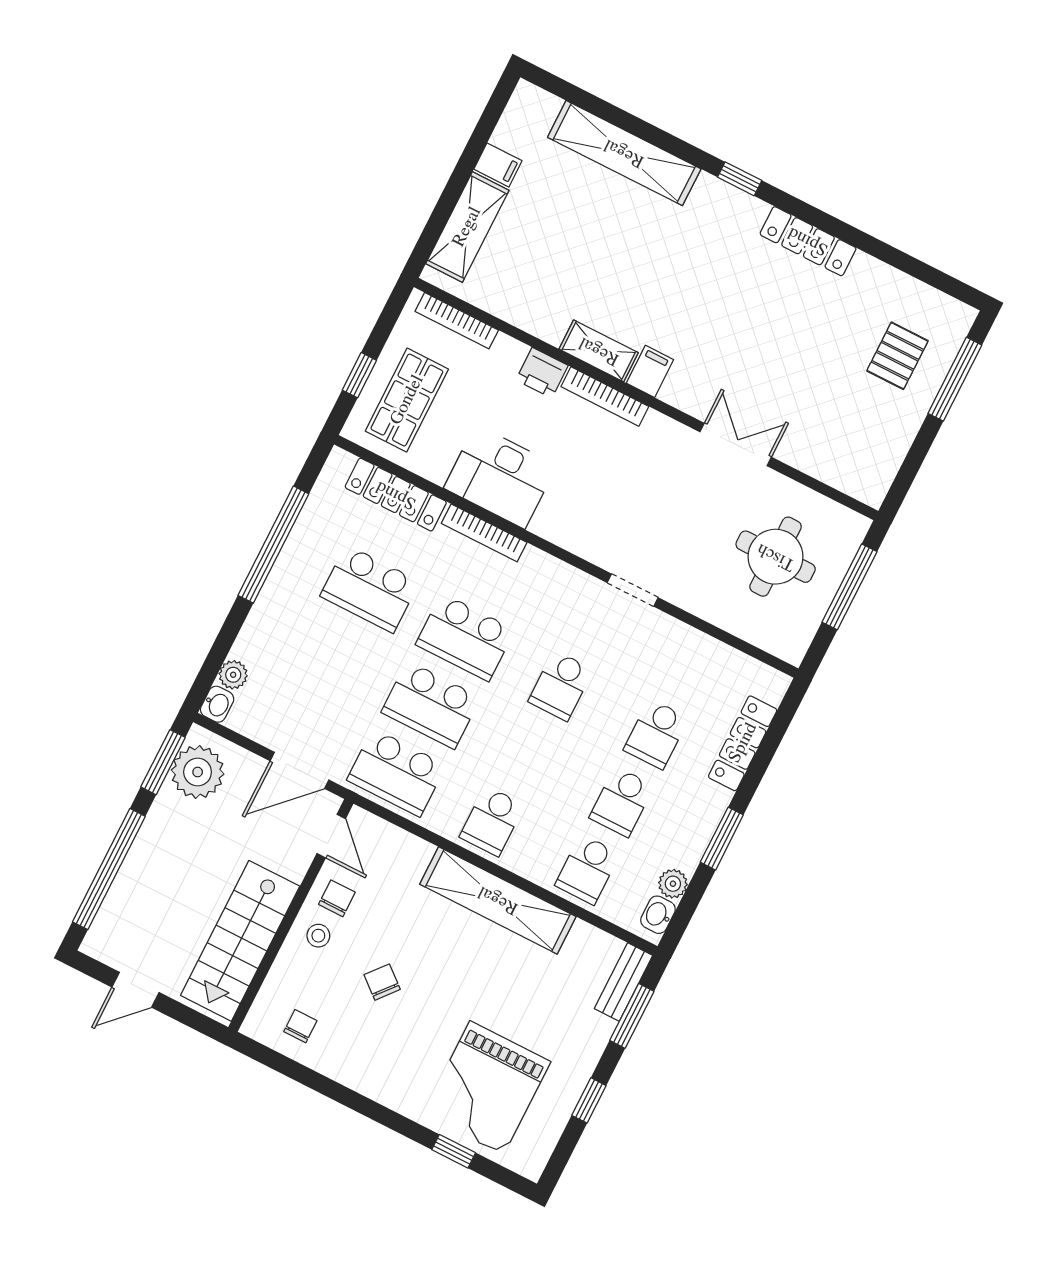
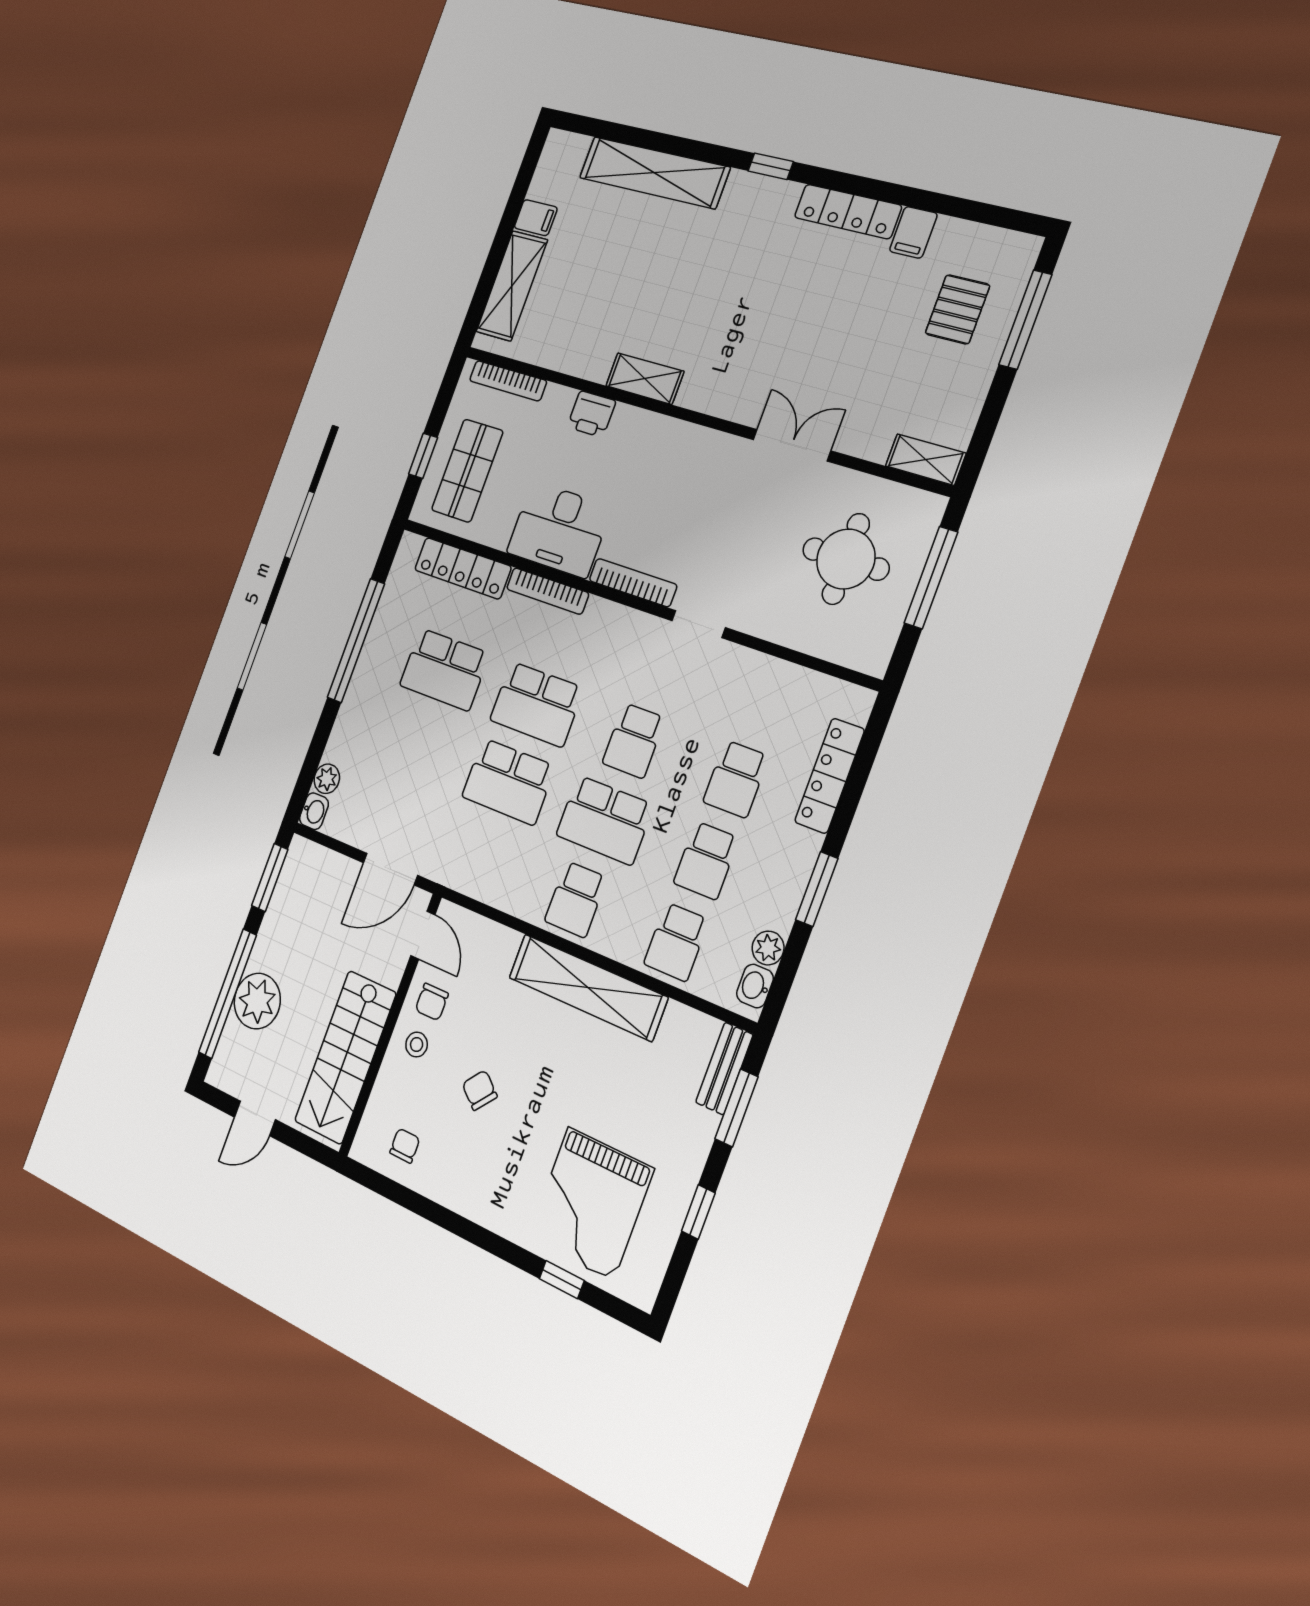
filing cabinet: (650, 371) -> (913, 232), moved, turned 180
bookcase: (605, 397) -> (633, 583), moved, turned 180
shelving: (856, 483) -> (926, 460), added
plant: (198, 772) -> (257, 1001), moved
school desk: (397, 773) -> (605, 820), moved
chair: (337, 898) -> (432, 1002), turned 180

